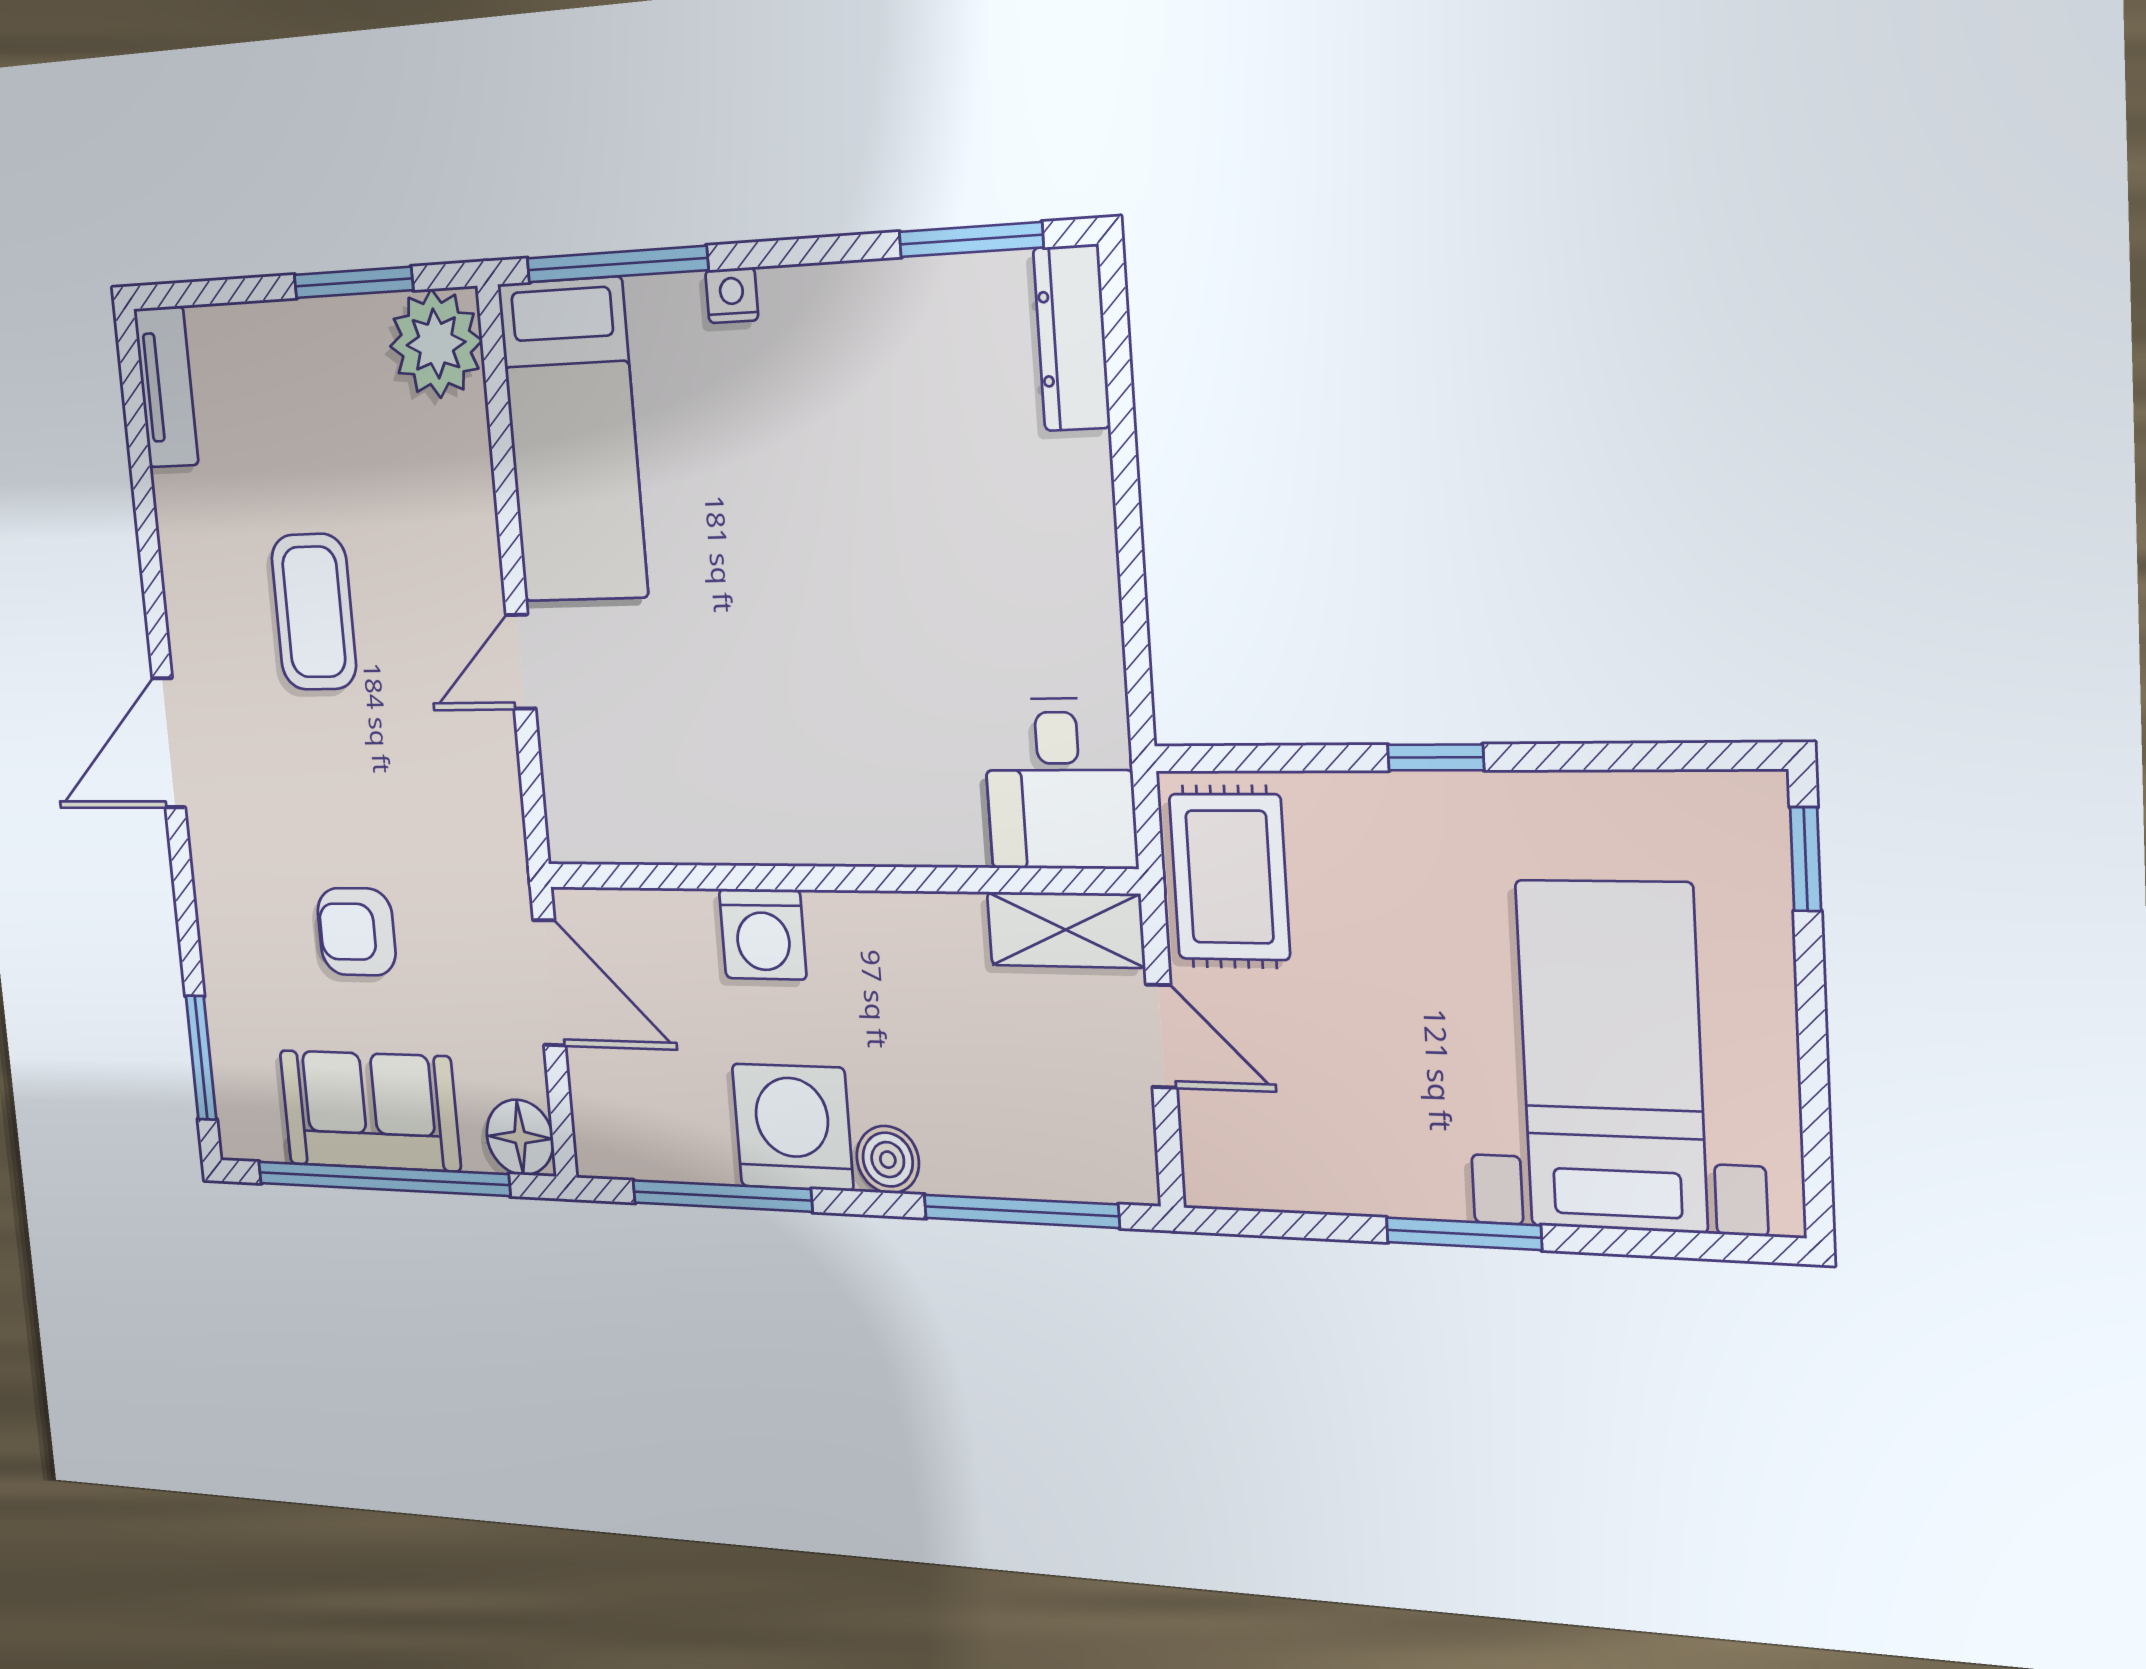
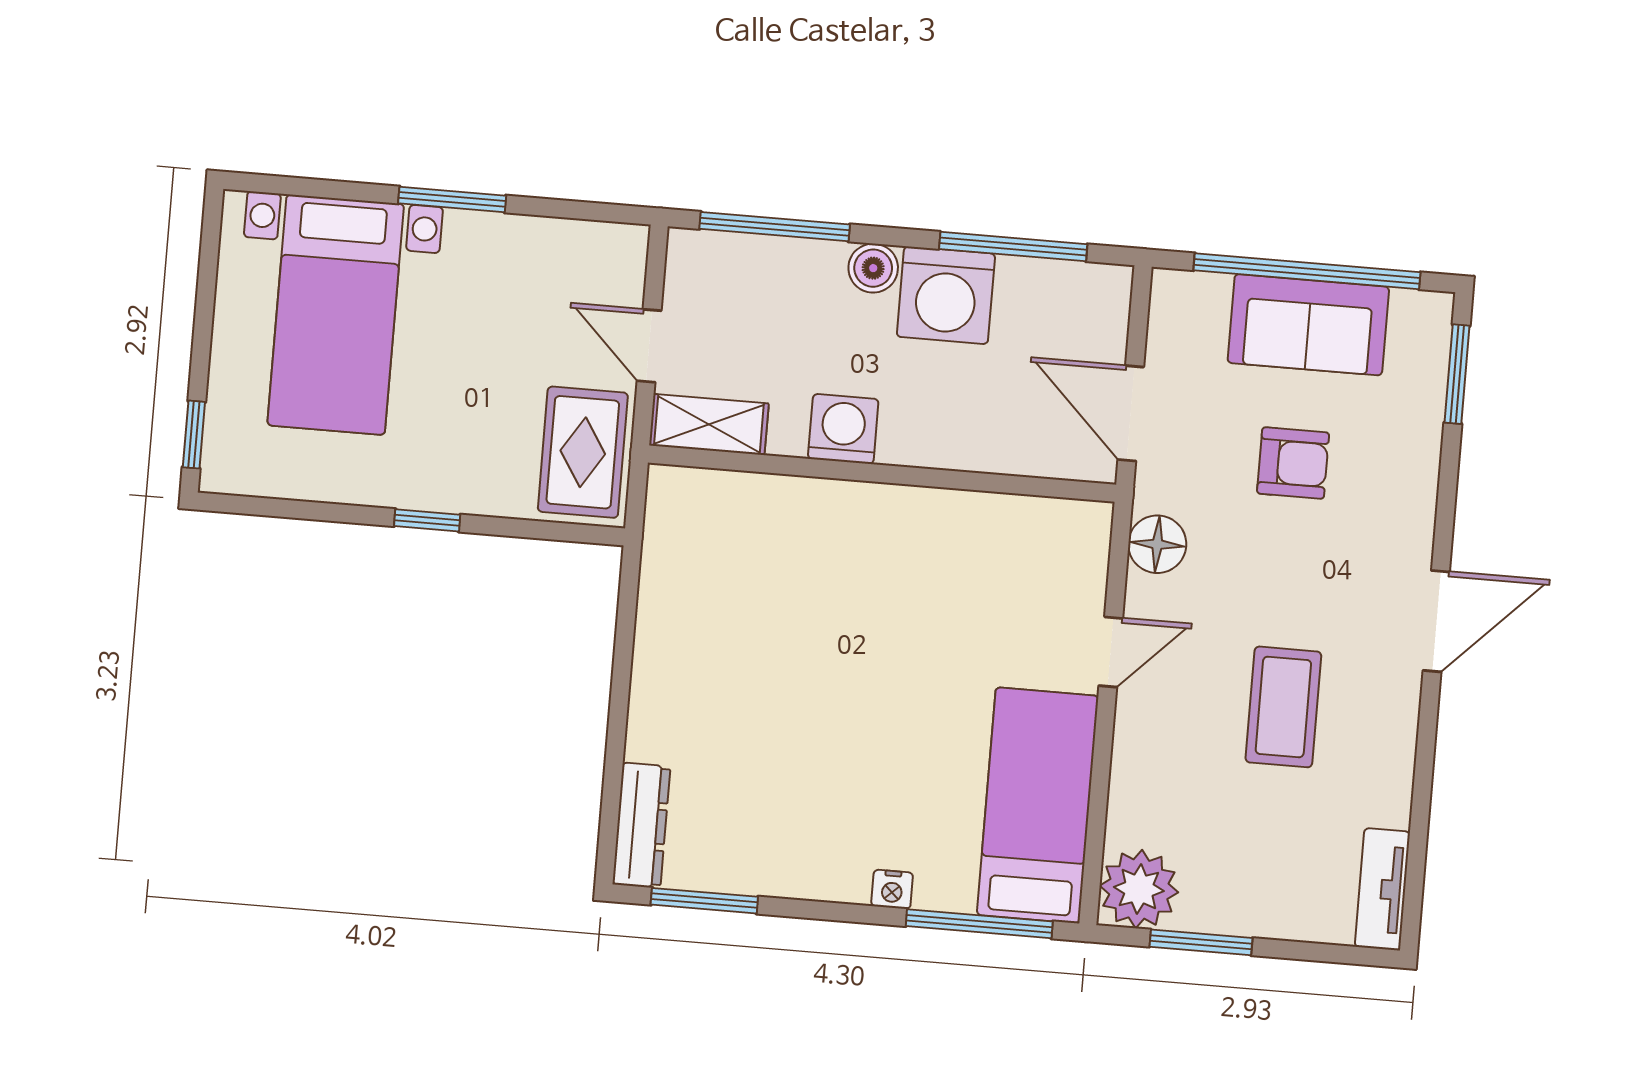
desk: (1060, 784) -> (697, 526), removed
washing machine: (763, 934) -> (843, 429), moved
floor lamp: (520, 1137) -> (1157, 544), moved

